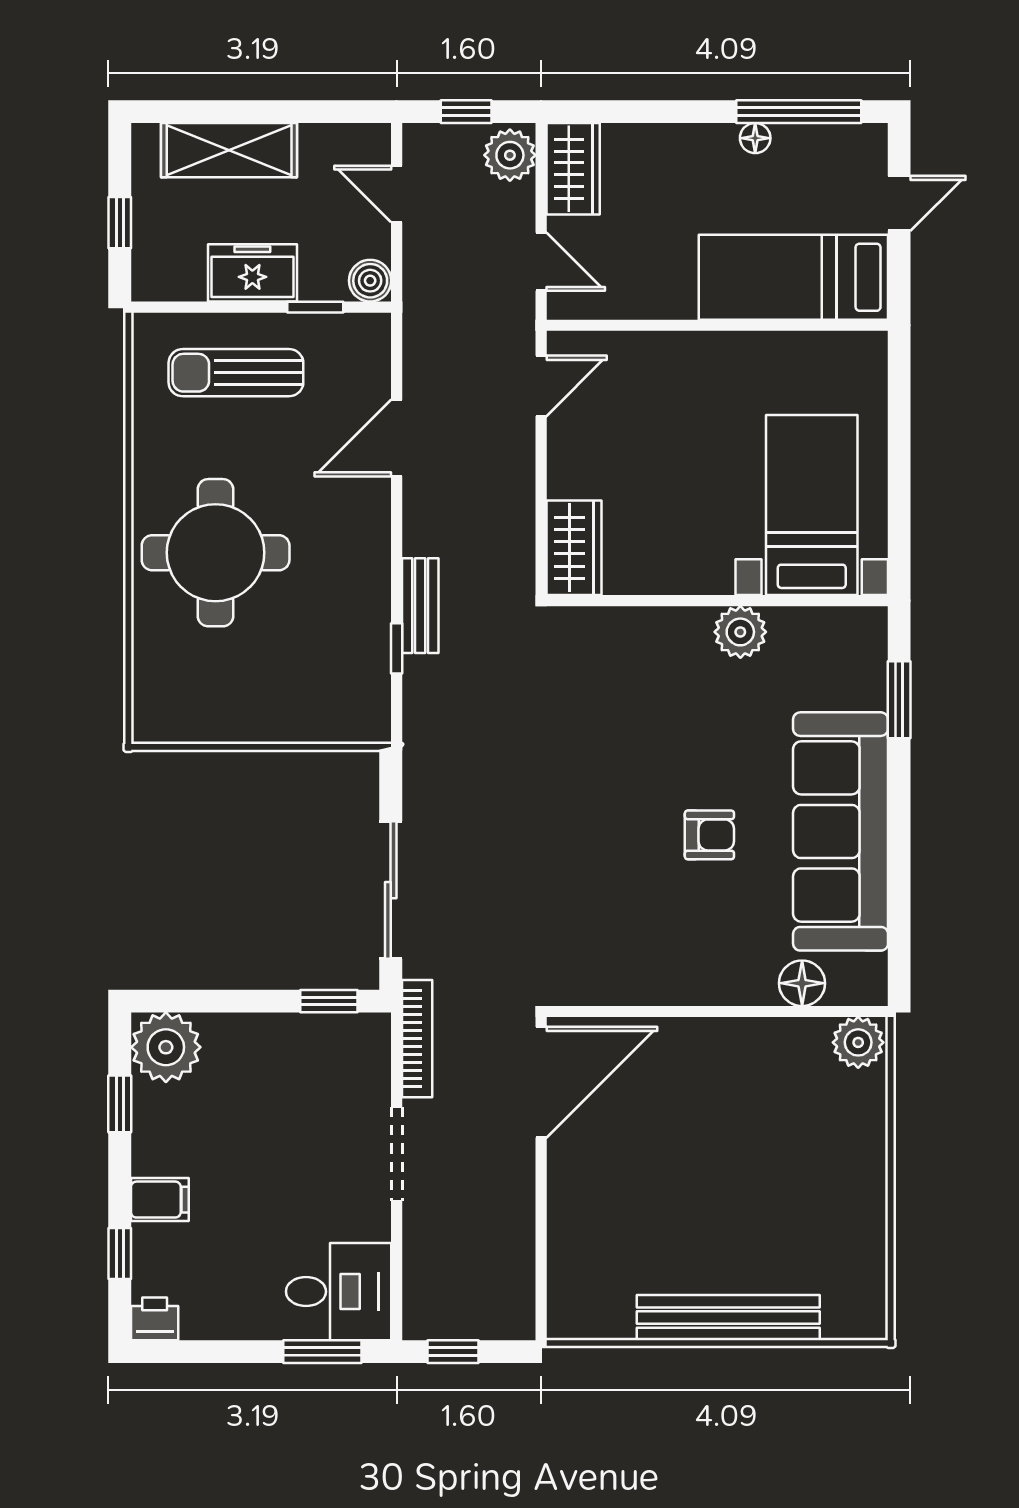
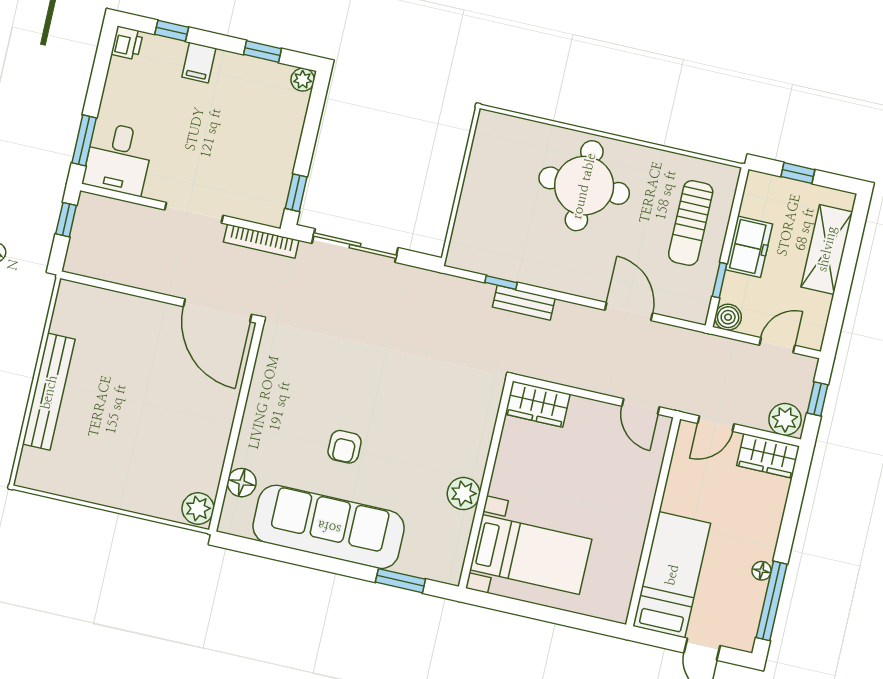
sun lounger: (236, 373) -> (691, 223), turned 180
plant: (166, 1047) -> (303, 80), width x0.53, depth x0.53

